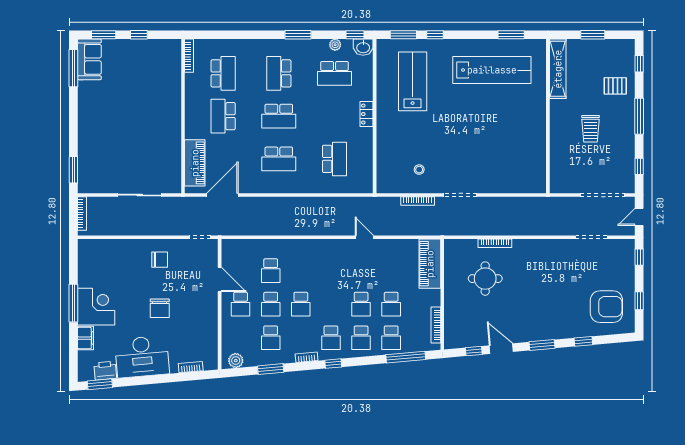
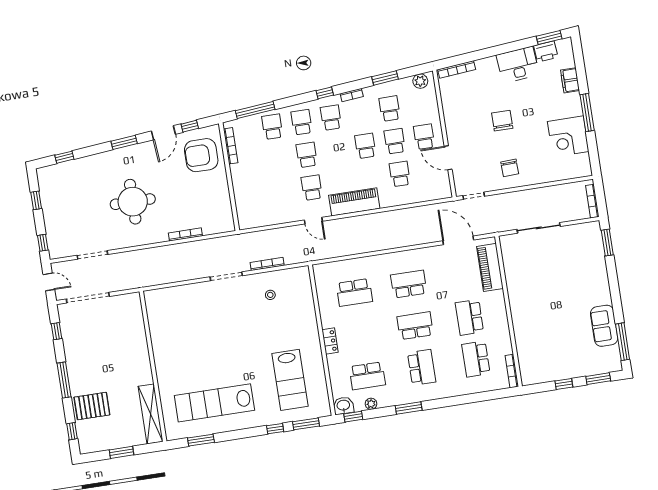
sofa: (89, 59) -> (604, 326), moved
school desk: (335, 73) -> (367, 376), turned 180
pallet: (615, 86) -> (92, 406), width x1.50, depth x1.42
school desk: (223, 116) -> (469, 317), turned 180
trolley: (590, 129) -> (110, 360), removed
school desk: (335, 159) -> (354, 292), turned -90
door: (222, 195) -> (458, 240), swing flipped
door: (639, 217) -> (49, 282), hinge flipped
chair: (160, 260) -> (510, 168), turned -92
piano: (430, 264) -> (354, 202), moved, turned -90
round table: (485, 279) -> (133, 202), moved, width x1.36, depth x1.36
school desk: (391, 304) -> (312, 188), moved
corner desk: (96, 307) -> (568, 137), moved
armchair: (606, 307) -> (201, 155), moved
window: (583, 341) -> (64, 157), moved
door: (501, 349) -> (163, 133), hinge flipped
desk: (142, 357) -> (518, 65), width x0.73, depth x0.77
bookcase: (191, 367) -> (457, 69), width x1.56

